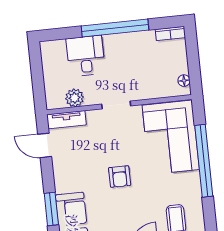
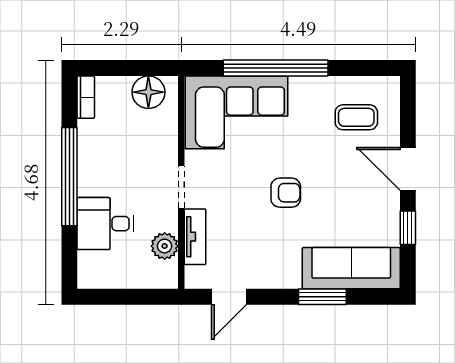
floor lamp: (184, 81) -> (148, 92), width x1.89, depth x1.89
tv unit: (67, 120) -> (195, 237), moved

